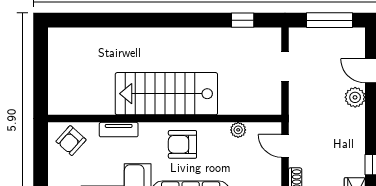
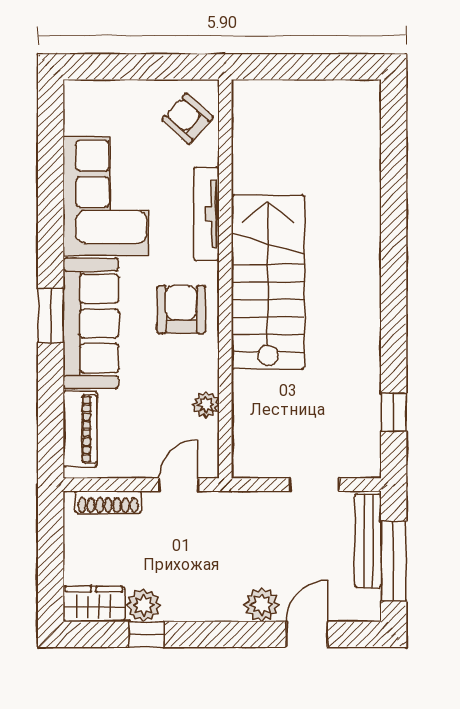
bench: (318, 35) -> (368, 541), added
tv unit: (119, 130) -> (206, 214), width x1.41
plant: (355, 166) -> (144, 605), added

